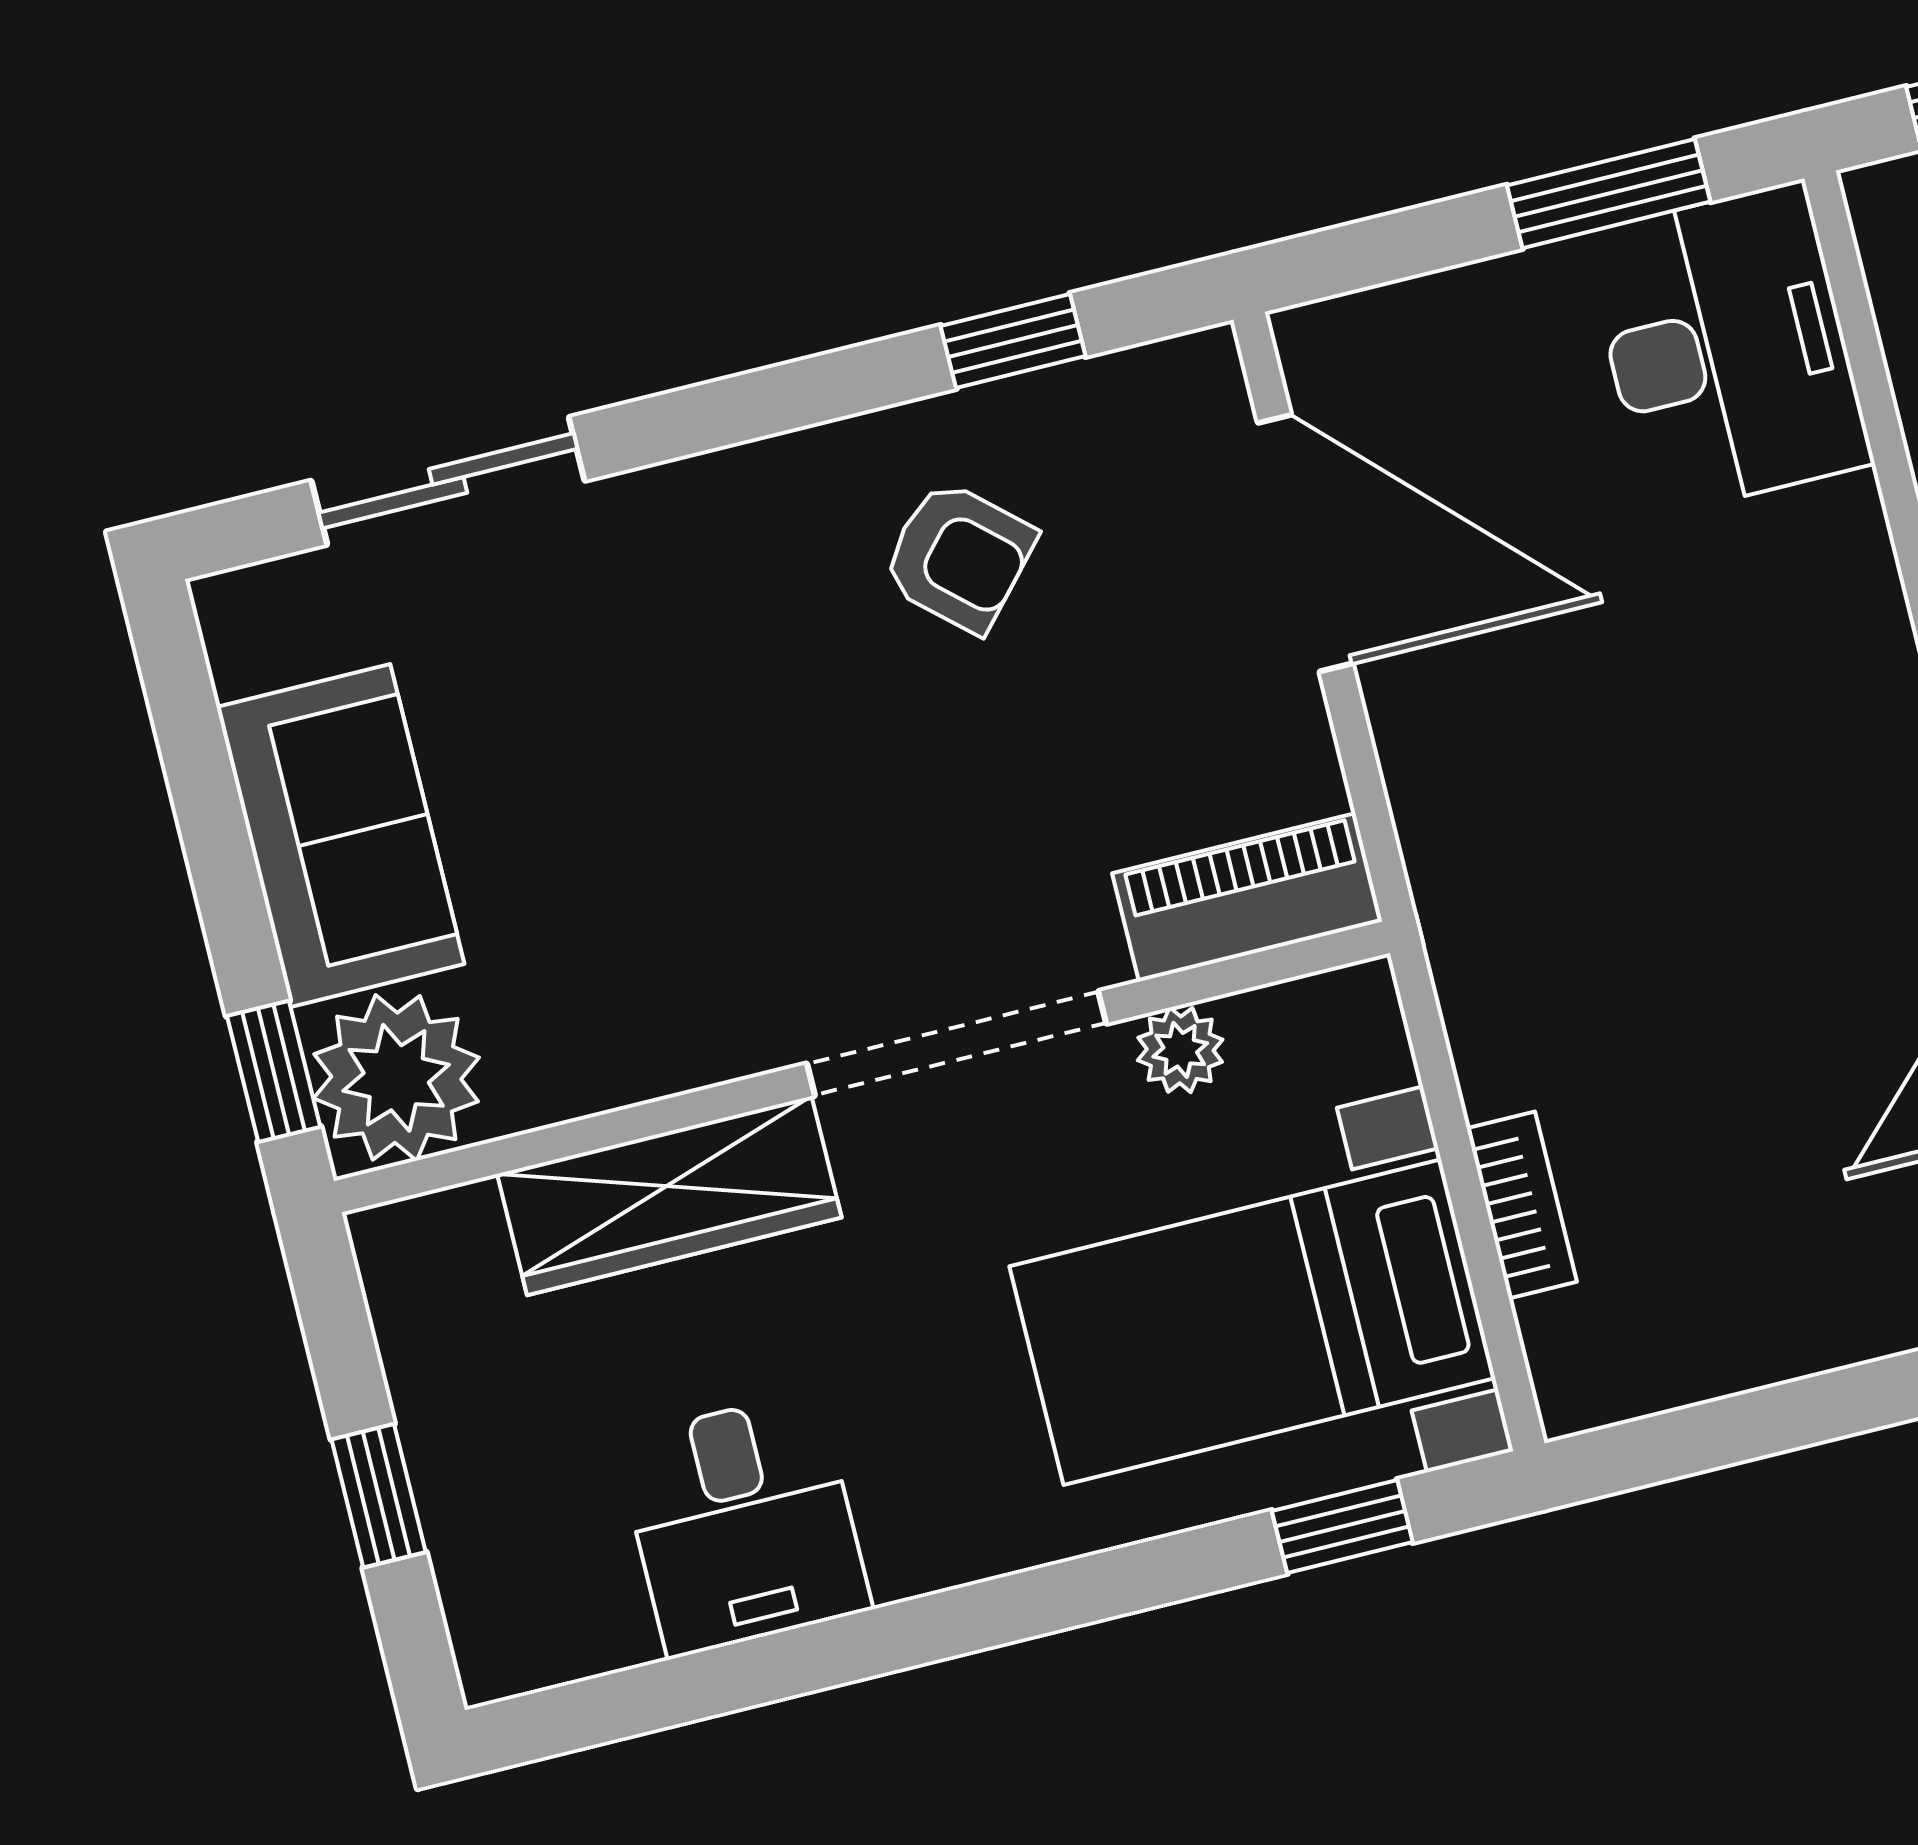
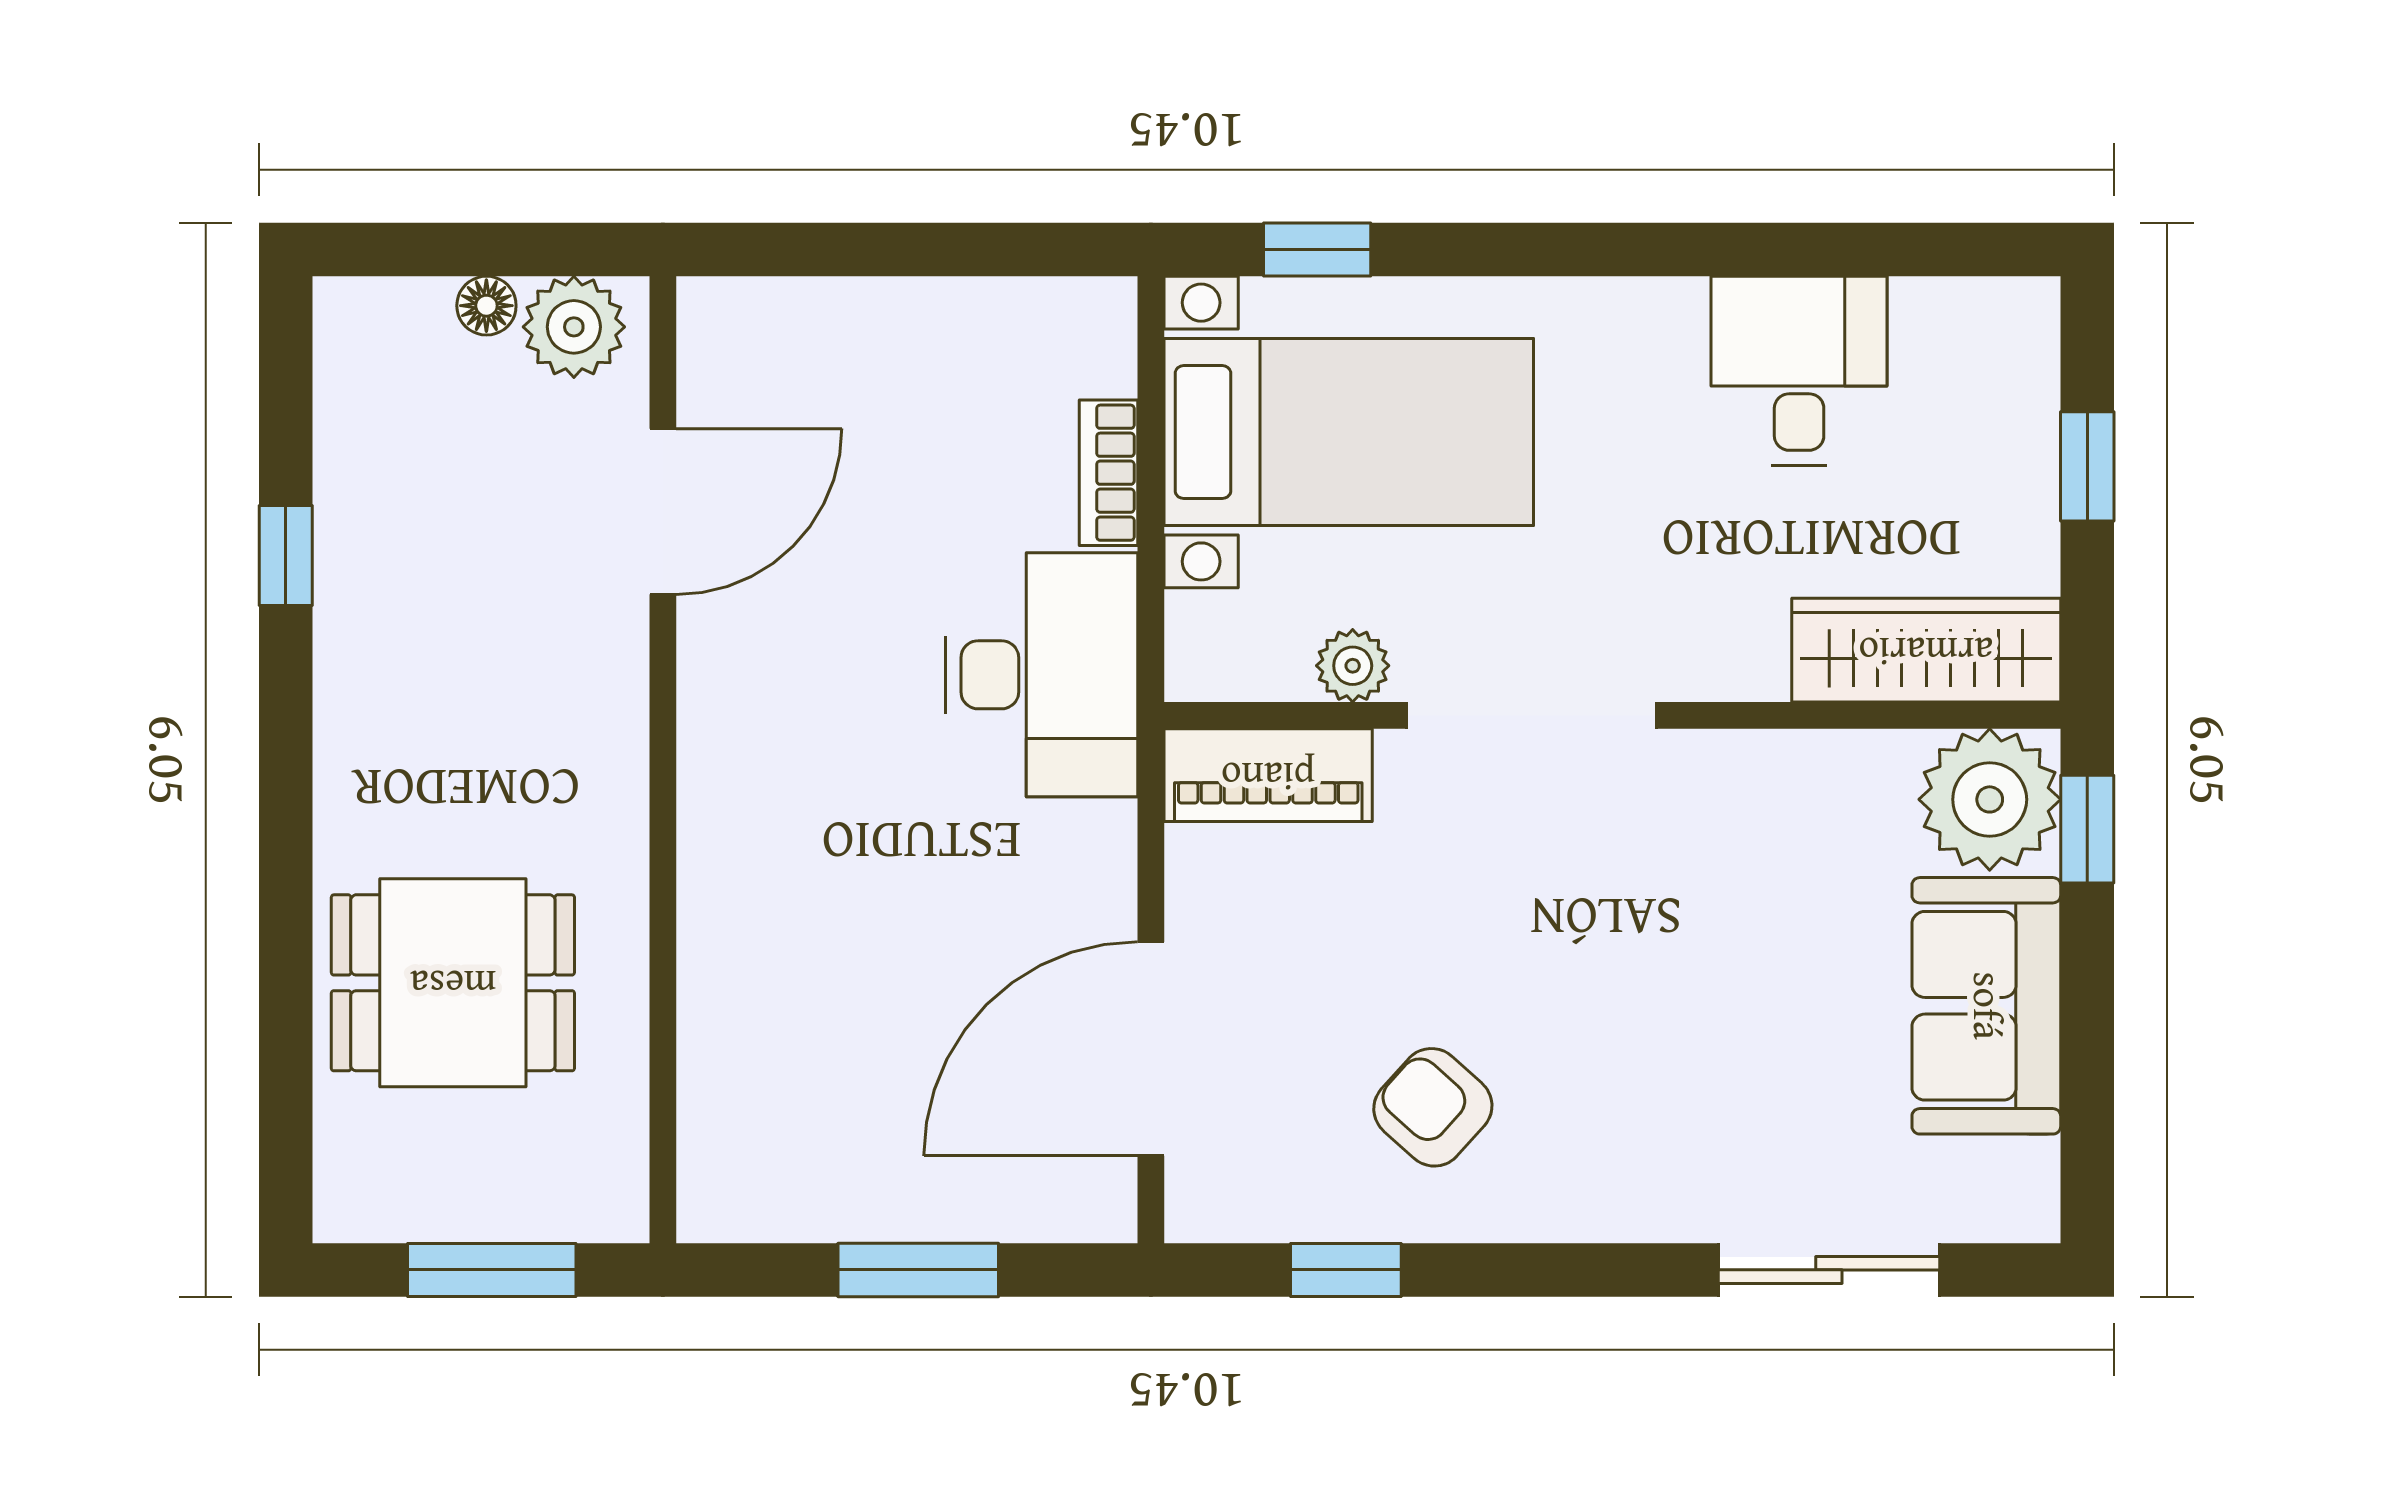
window: (1609, 194) -> (918, 1270), moved
desk: (1728, 349) -> (1042, 675), moved, turned 180
door: (1305, 543) -> (1151, 1049), hinge flipped
wardrobe: (669, 1196) -> (1926, 650), moved

